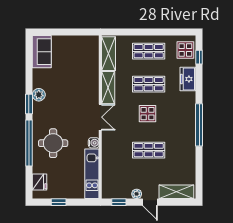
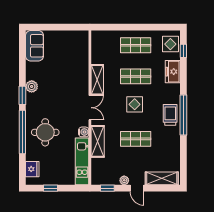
shelving: (109, 54) -> (98, 141), moved
trolley: (185, 125) -> (170, 115), added

